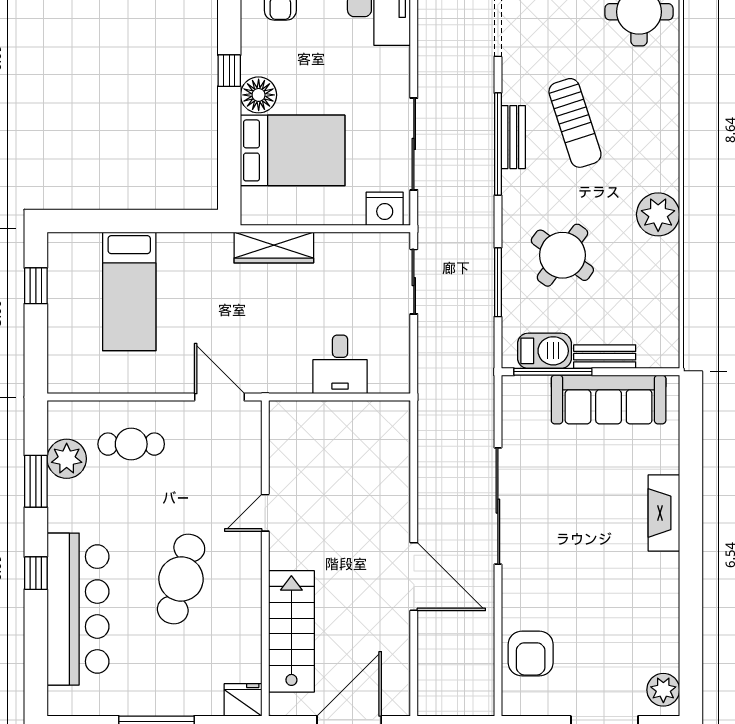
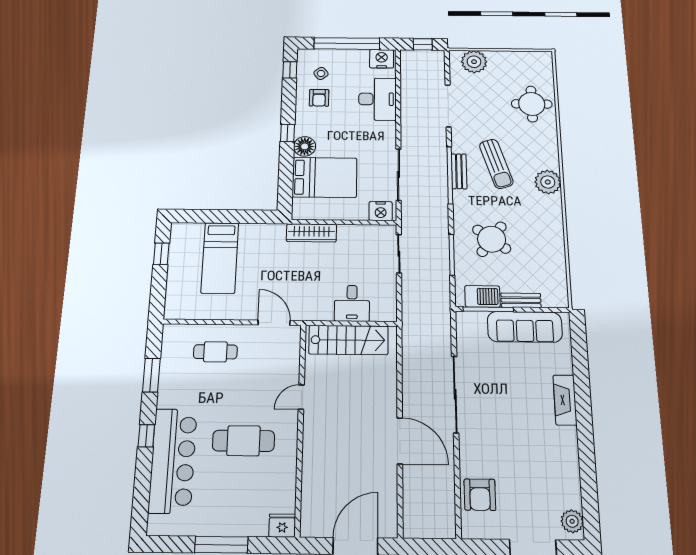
plant: (658, 214) -> (548, 182), moved
plant: (67, 459) -> (173, 361), removed
cafe table: (181, 579) -> (244, 441), turned 75
stairs: (291, 631) -> (348, 340), moved, turned 90

